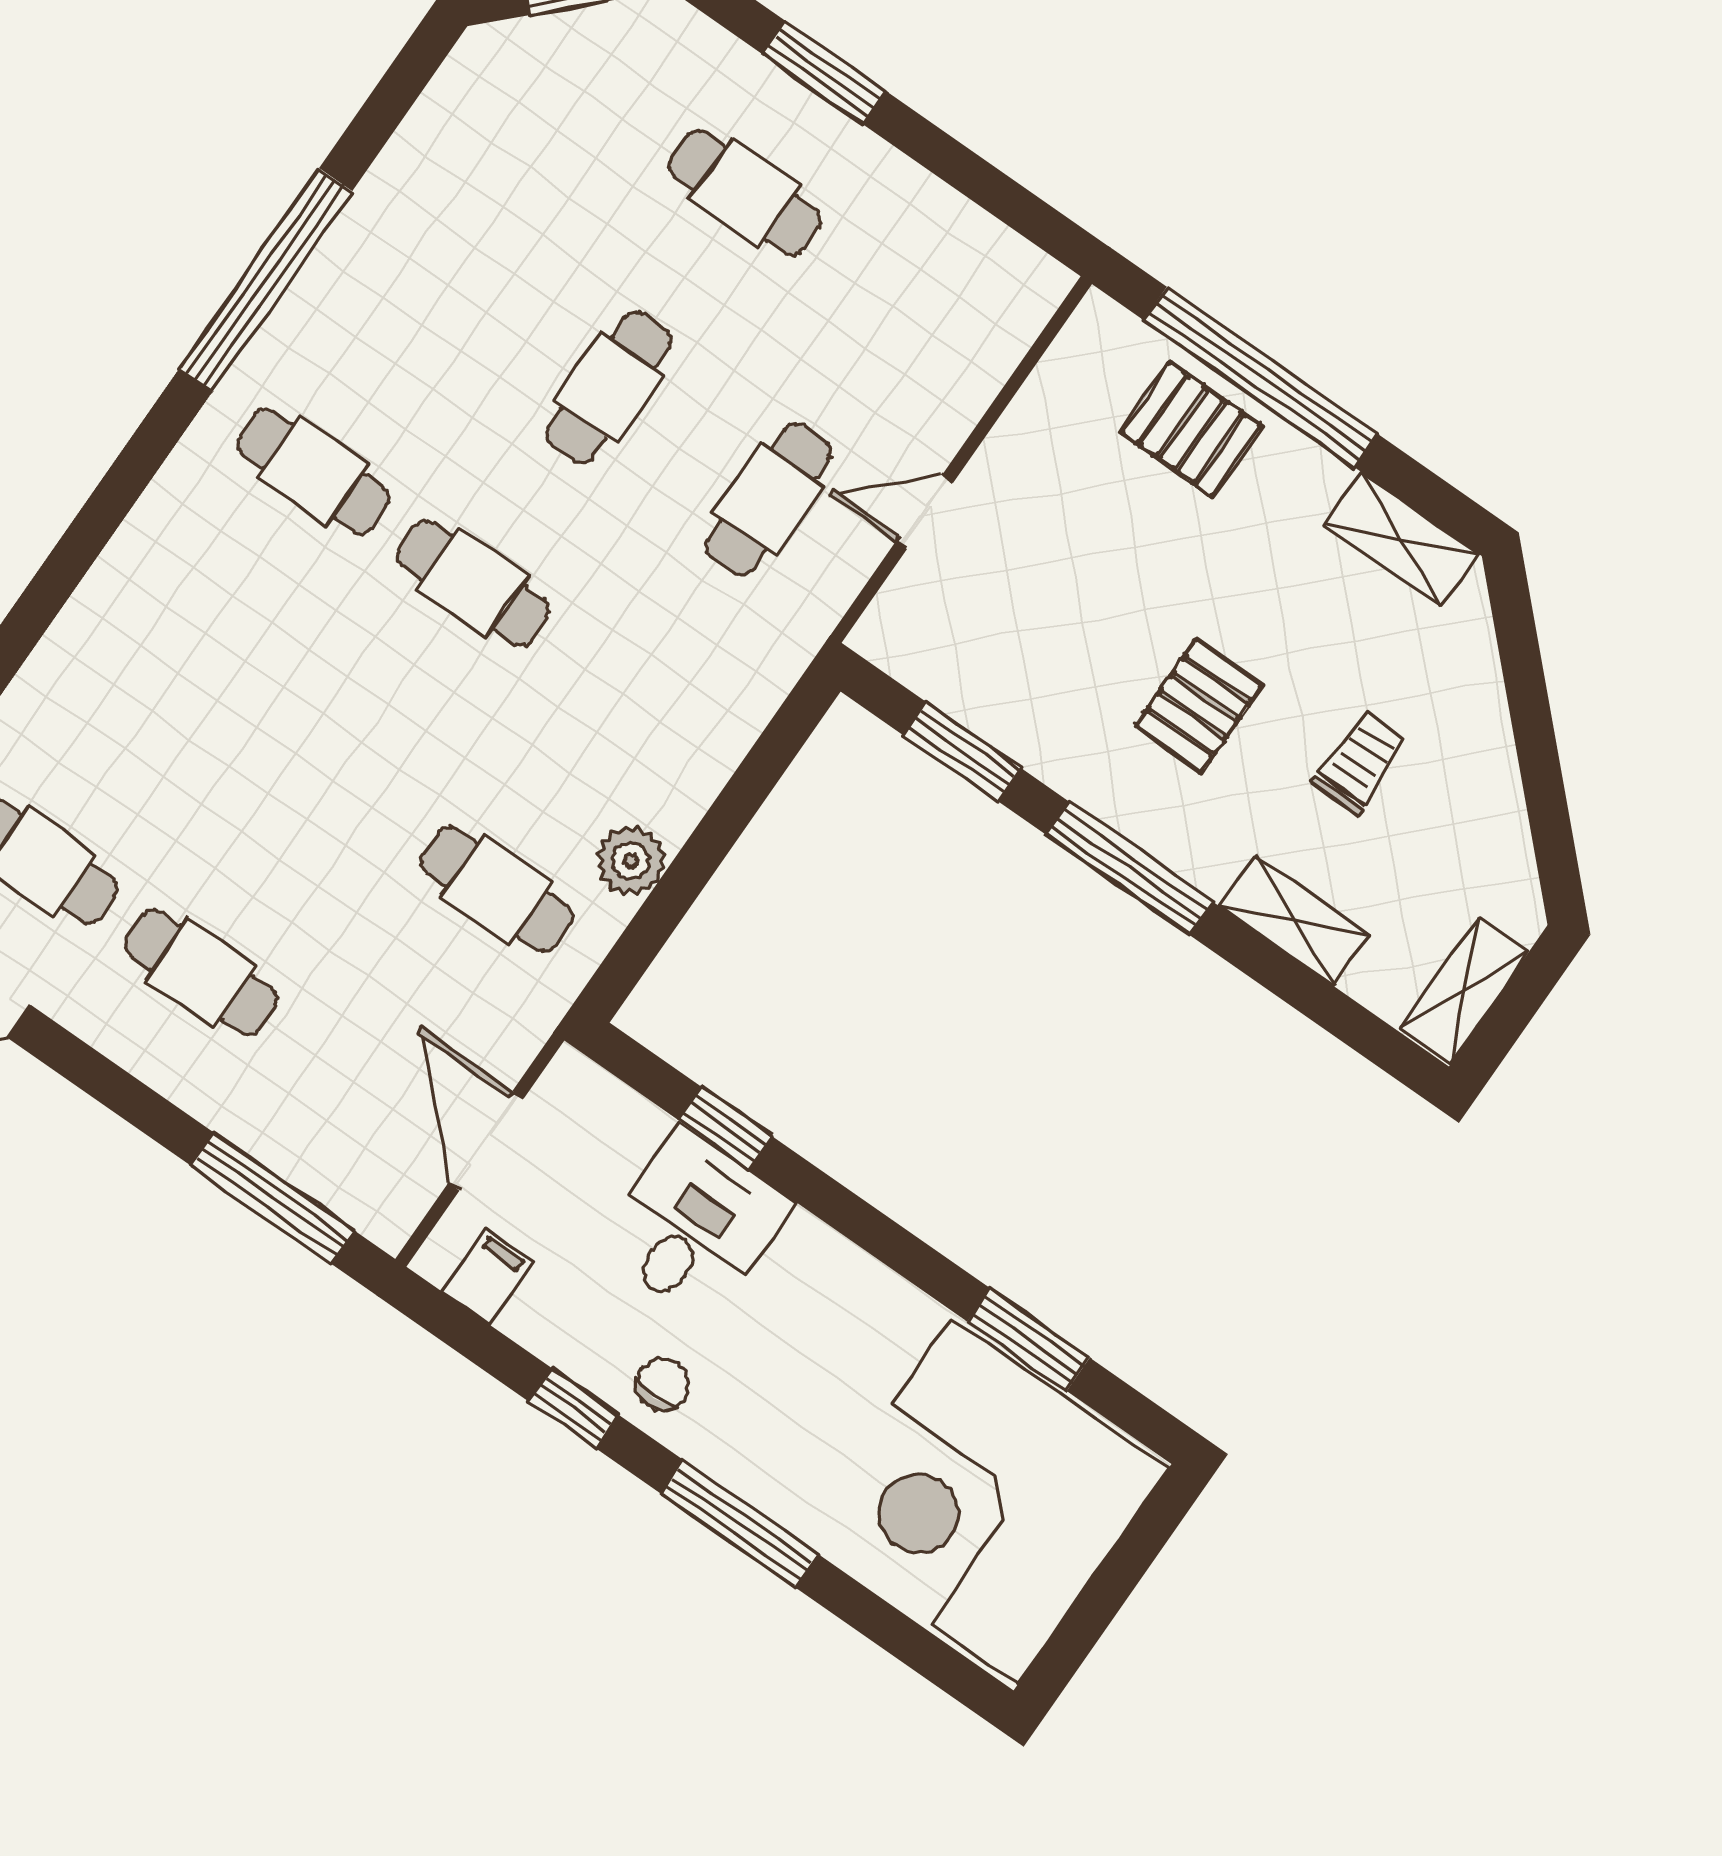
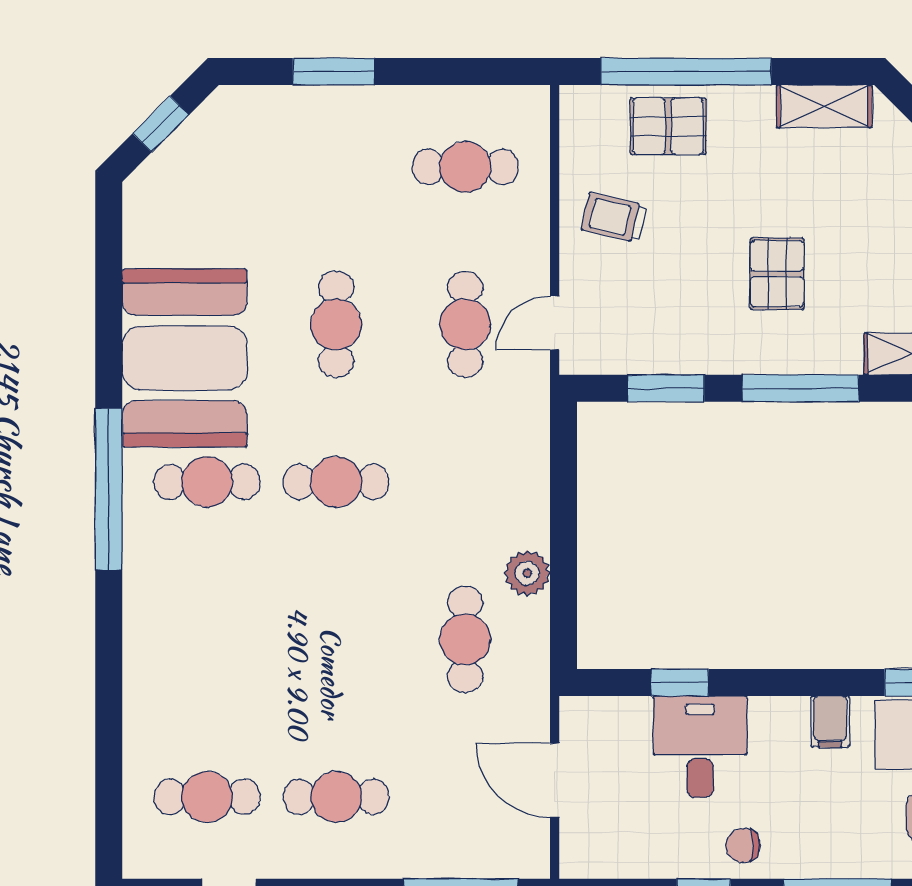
cafe table: (745, 193) -> (465, 167), moved
window: (266, 280) -> (109, 489), moved
booth: (392, 298) -> (185, 358), added
door: (925, 512) -> (555, 323), moved
trolley: (1360, 762) -> (614, 218), moved, turned -77
cafe table: (497, 889) -> (465, 639), turned 90
filing cabinet: (488, 1276) -> (830, 722), moved, turned 180
chair: (663, 1384) -> (743, 846), turned -90

